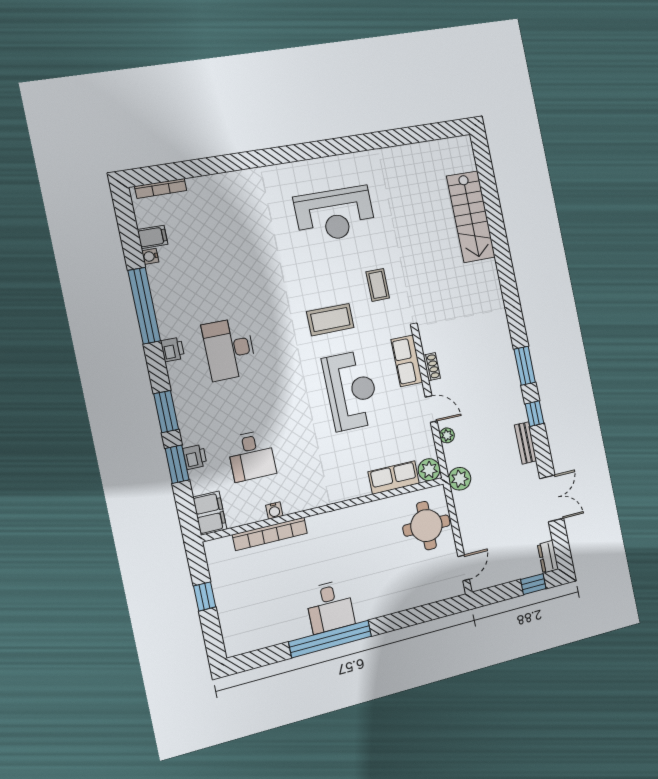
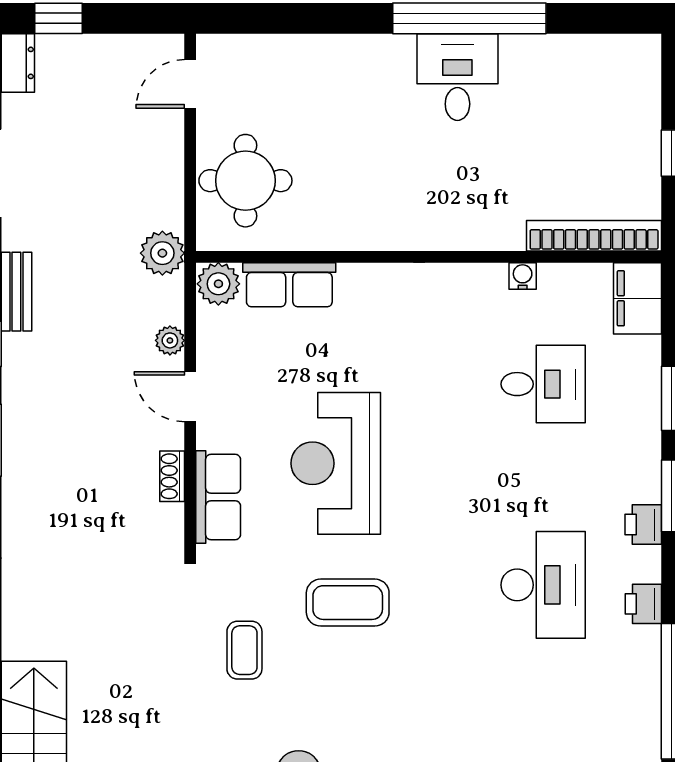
desk: (251, 456) -> (543, 384), turned 90
printer: (195, 457) -> (643, 525), moved
bookcase: (270, 534) -> (594, 236), moved

